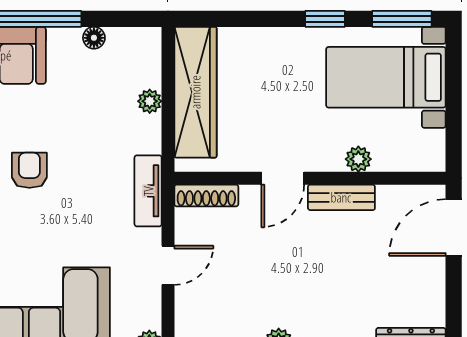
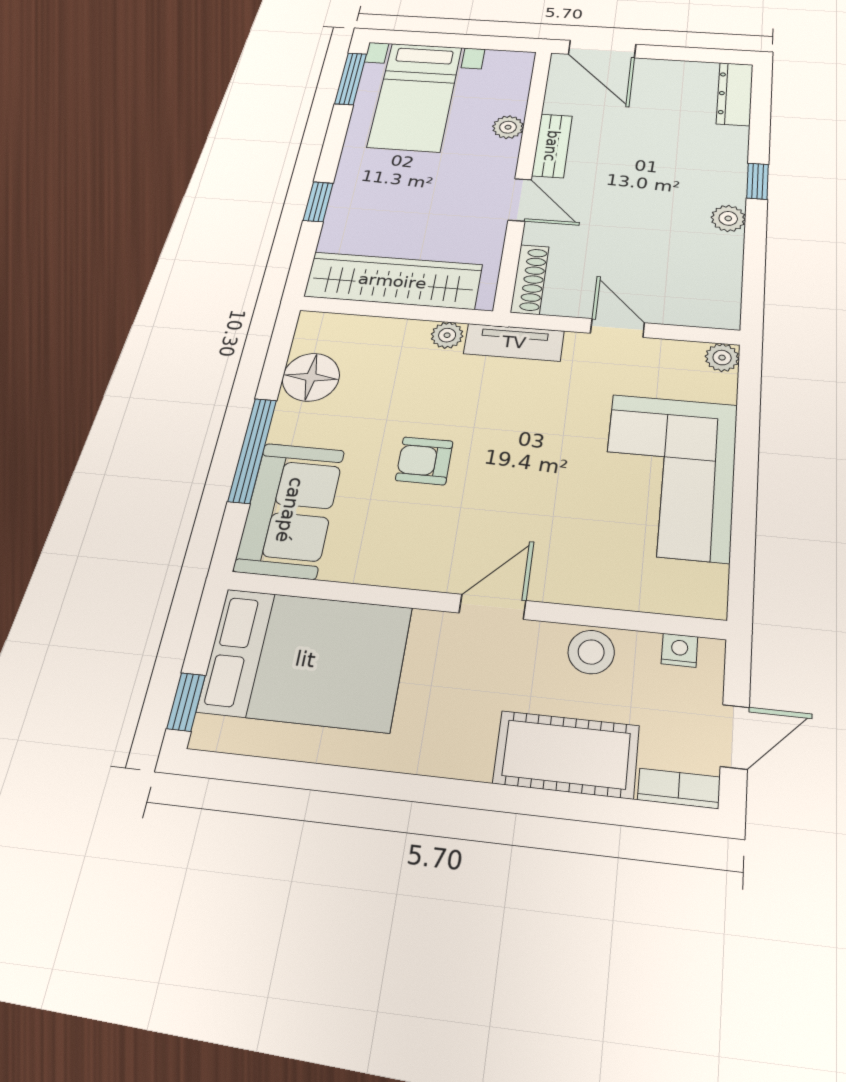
window: (325, 19) -> (318, 202), moved
floor lamp: (94, 38) -> (311, 377), width x1.89, depth x1.89
plant: (150, 101) -> (447, 335), moved
armchair: (29, 170) -> (424, 461), moved

